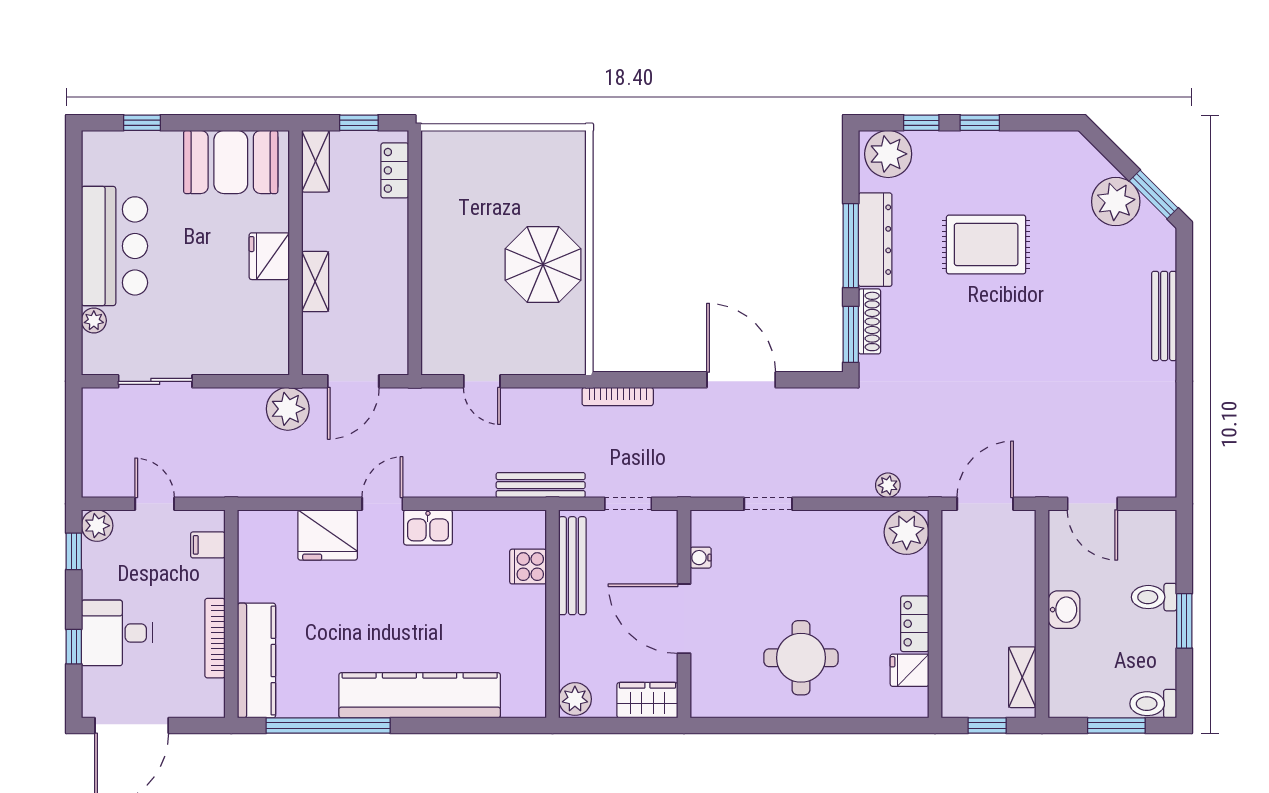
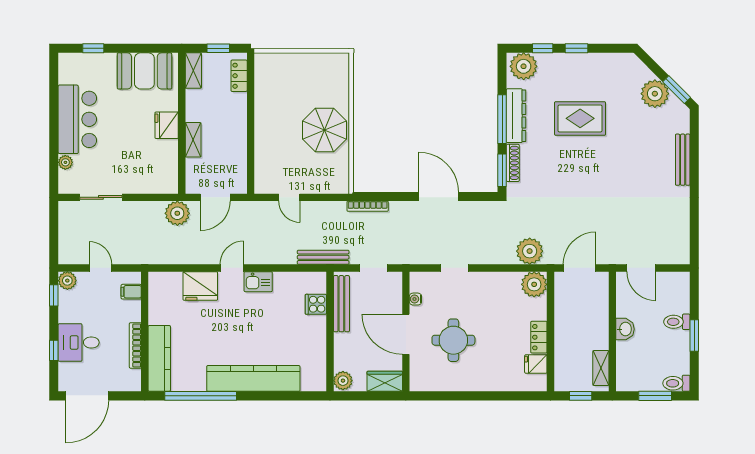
plant: (888, 485) -> (530, 251), width x1.88, depth x1.88
round table: (801, 658) -> (453, 340), moved

